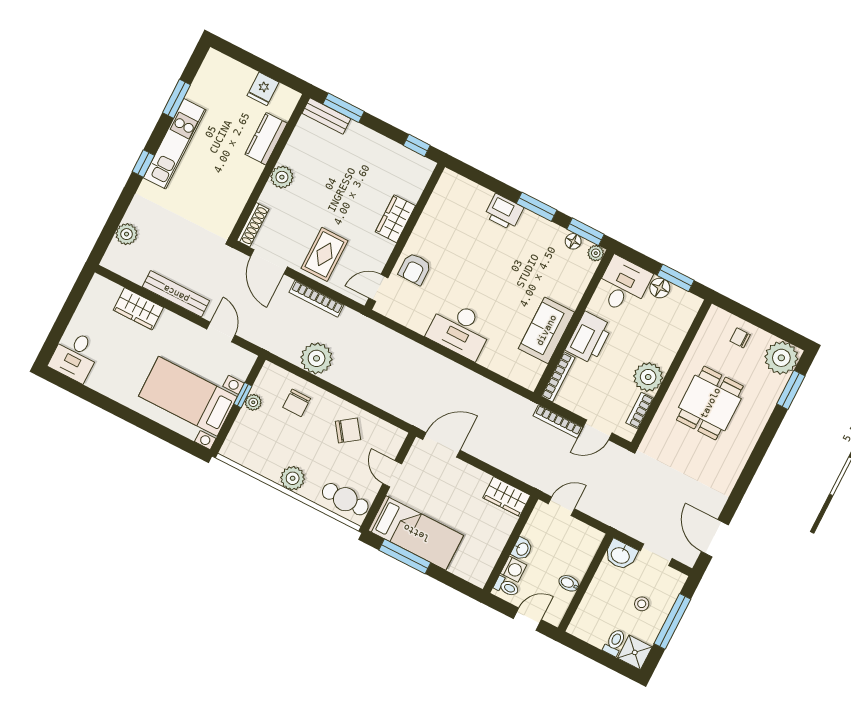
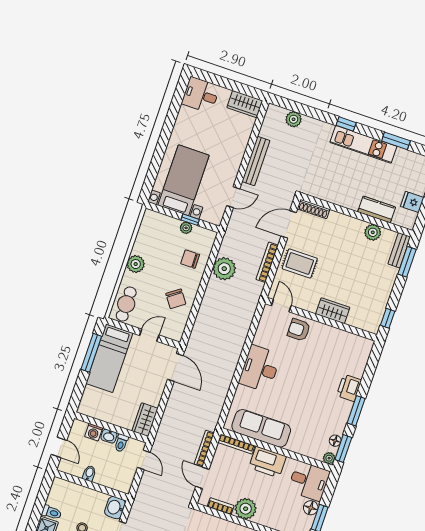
plant: (282, 177) -> (373, 232), moved
wardrobe: (138, 309) -> (245, 104), moved, turned -90
sofa: (546, 330) -> (261, 428), width x1.36
toilet: (507, 587) -> (121, 443), moved

